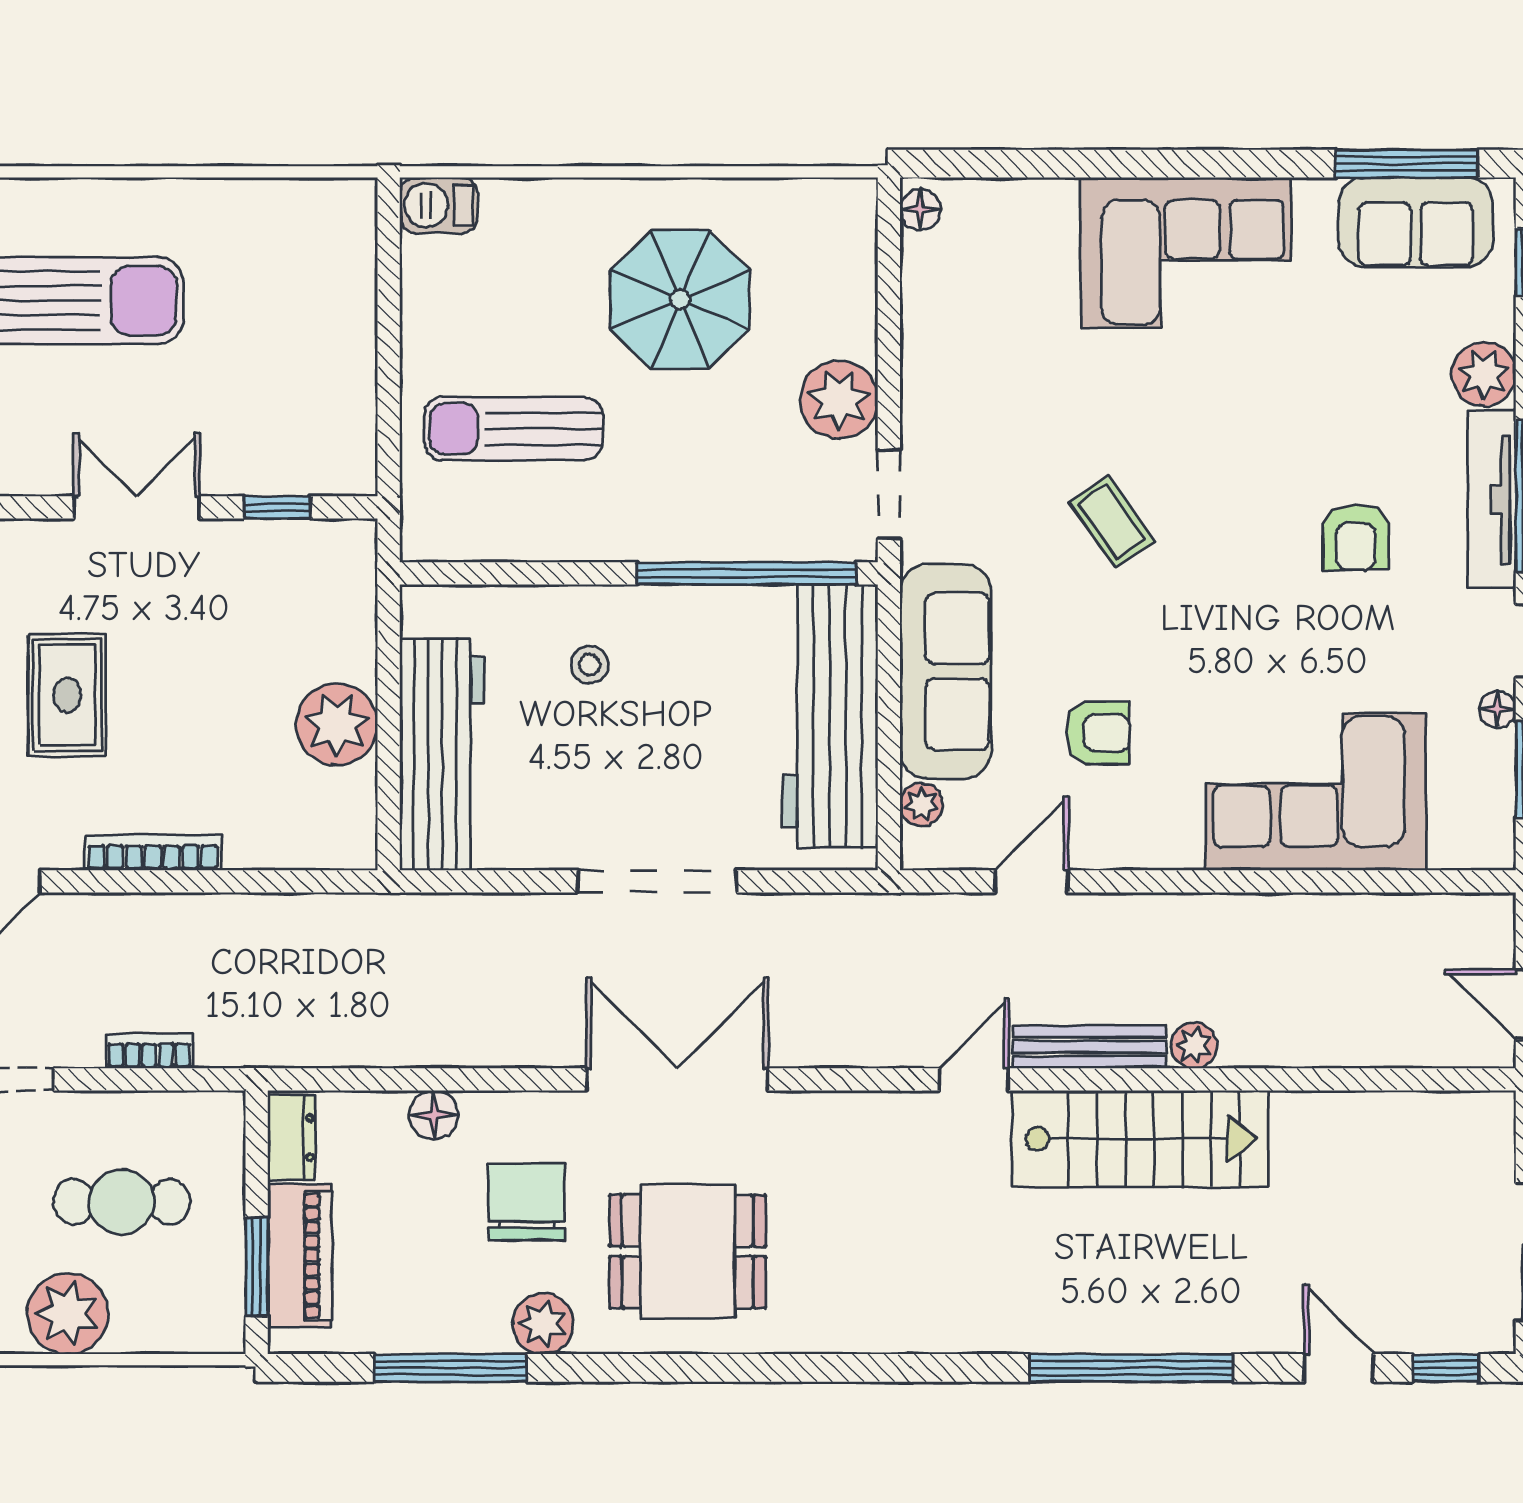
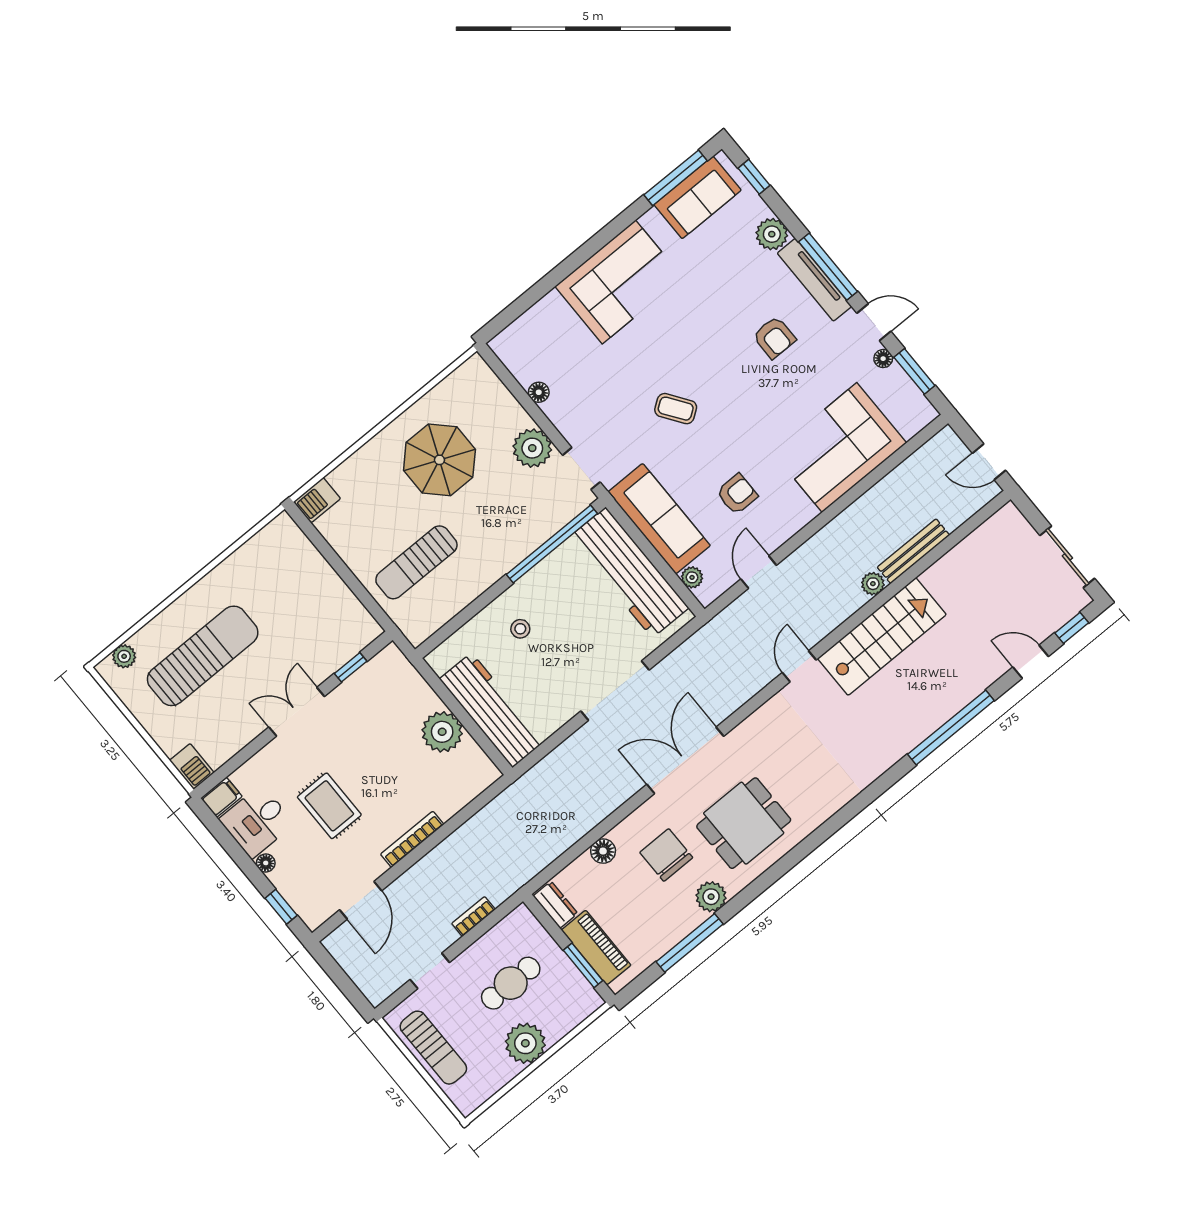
floor lamp: (920, 210) -> (539, 392), moved
bench: (1089, 1047) -> (913, 551), moved

